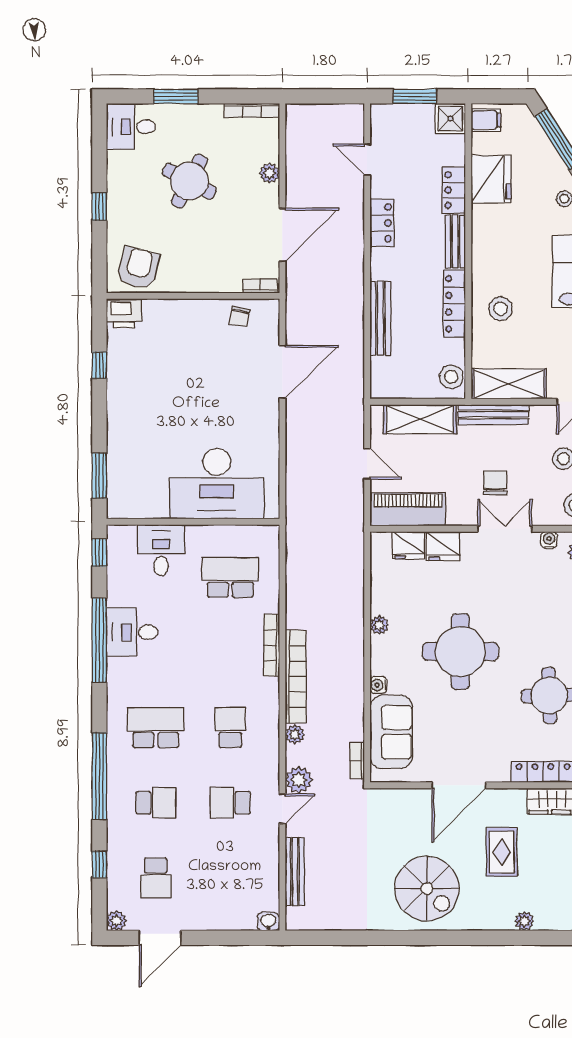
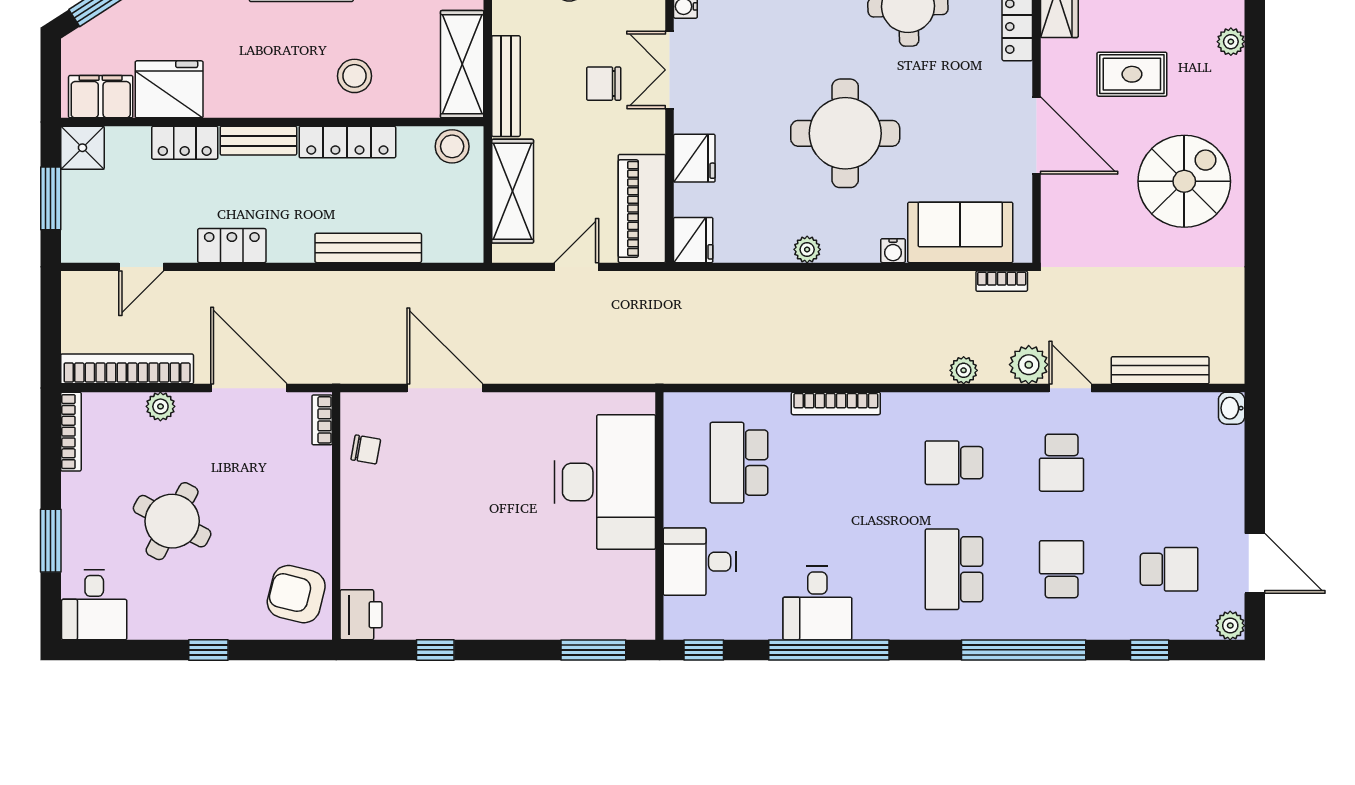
filing cabinet: (486, 120) -> (101, 97), width x2.00
fridge: (408, 545) -> (693, 240), moved
bookcase: (296, 677) -> (127, 369), moved

